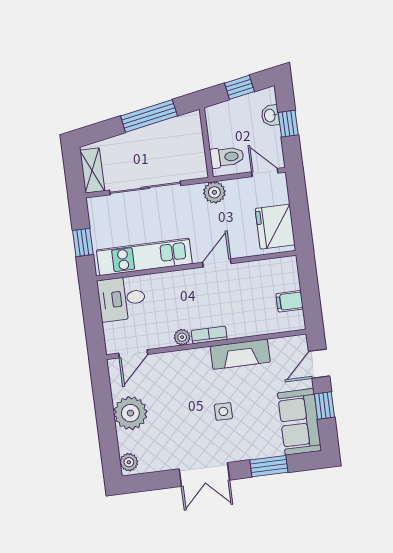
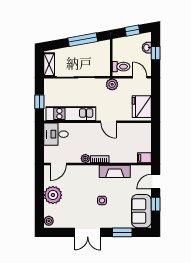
door: (217, 263) -> (109, 122), swing flipped
filing cabinet: (290, 301) -> (144, 158), moved

